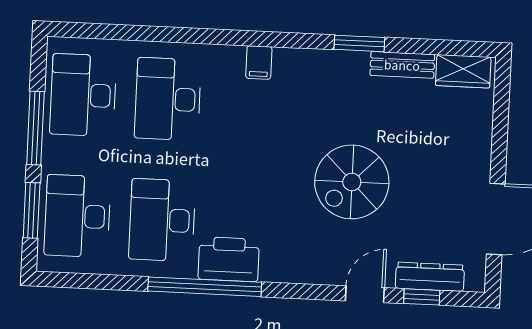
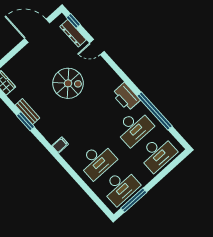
bench: (402, 65) -> (27, 111), moved
window: (35, 128) -> (134, 200), moved
window: (32, 210) -> (169, 168), removed
window: (205, 287) -> (155, 111), moved
window: (422, 297) -> (73, 21), moved

